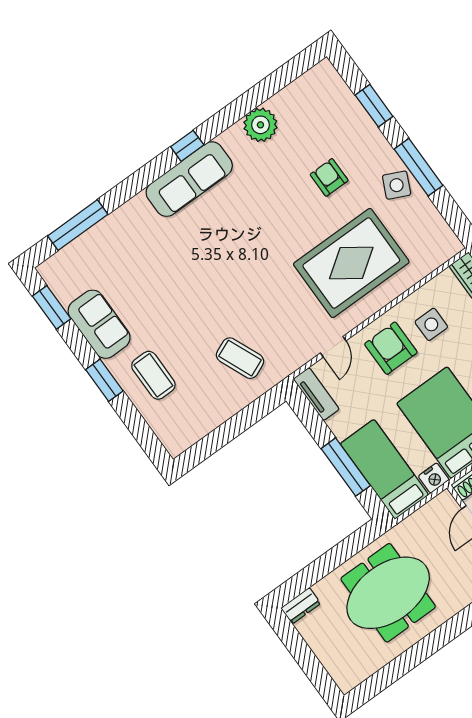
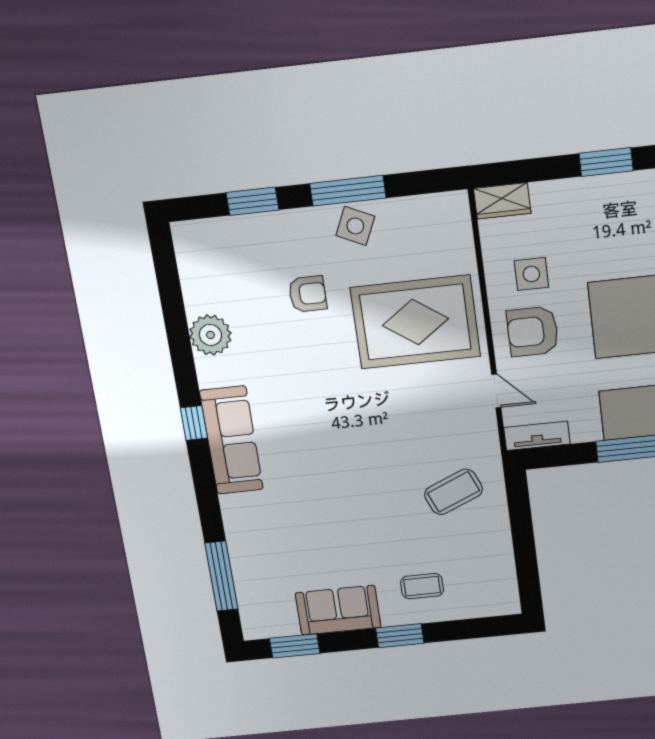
armchair: (329, 177) -> (308, 294), turned 180
rug: (351, 263) -> (415, 322), turned 90
coffee table: (153, 375) -> (422, 586), width x0.73, depth x0.77

